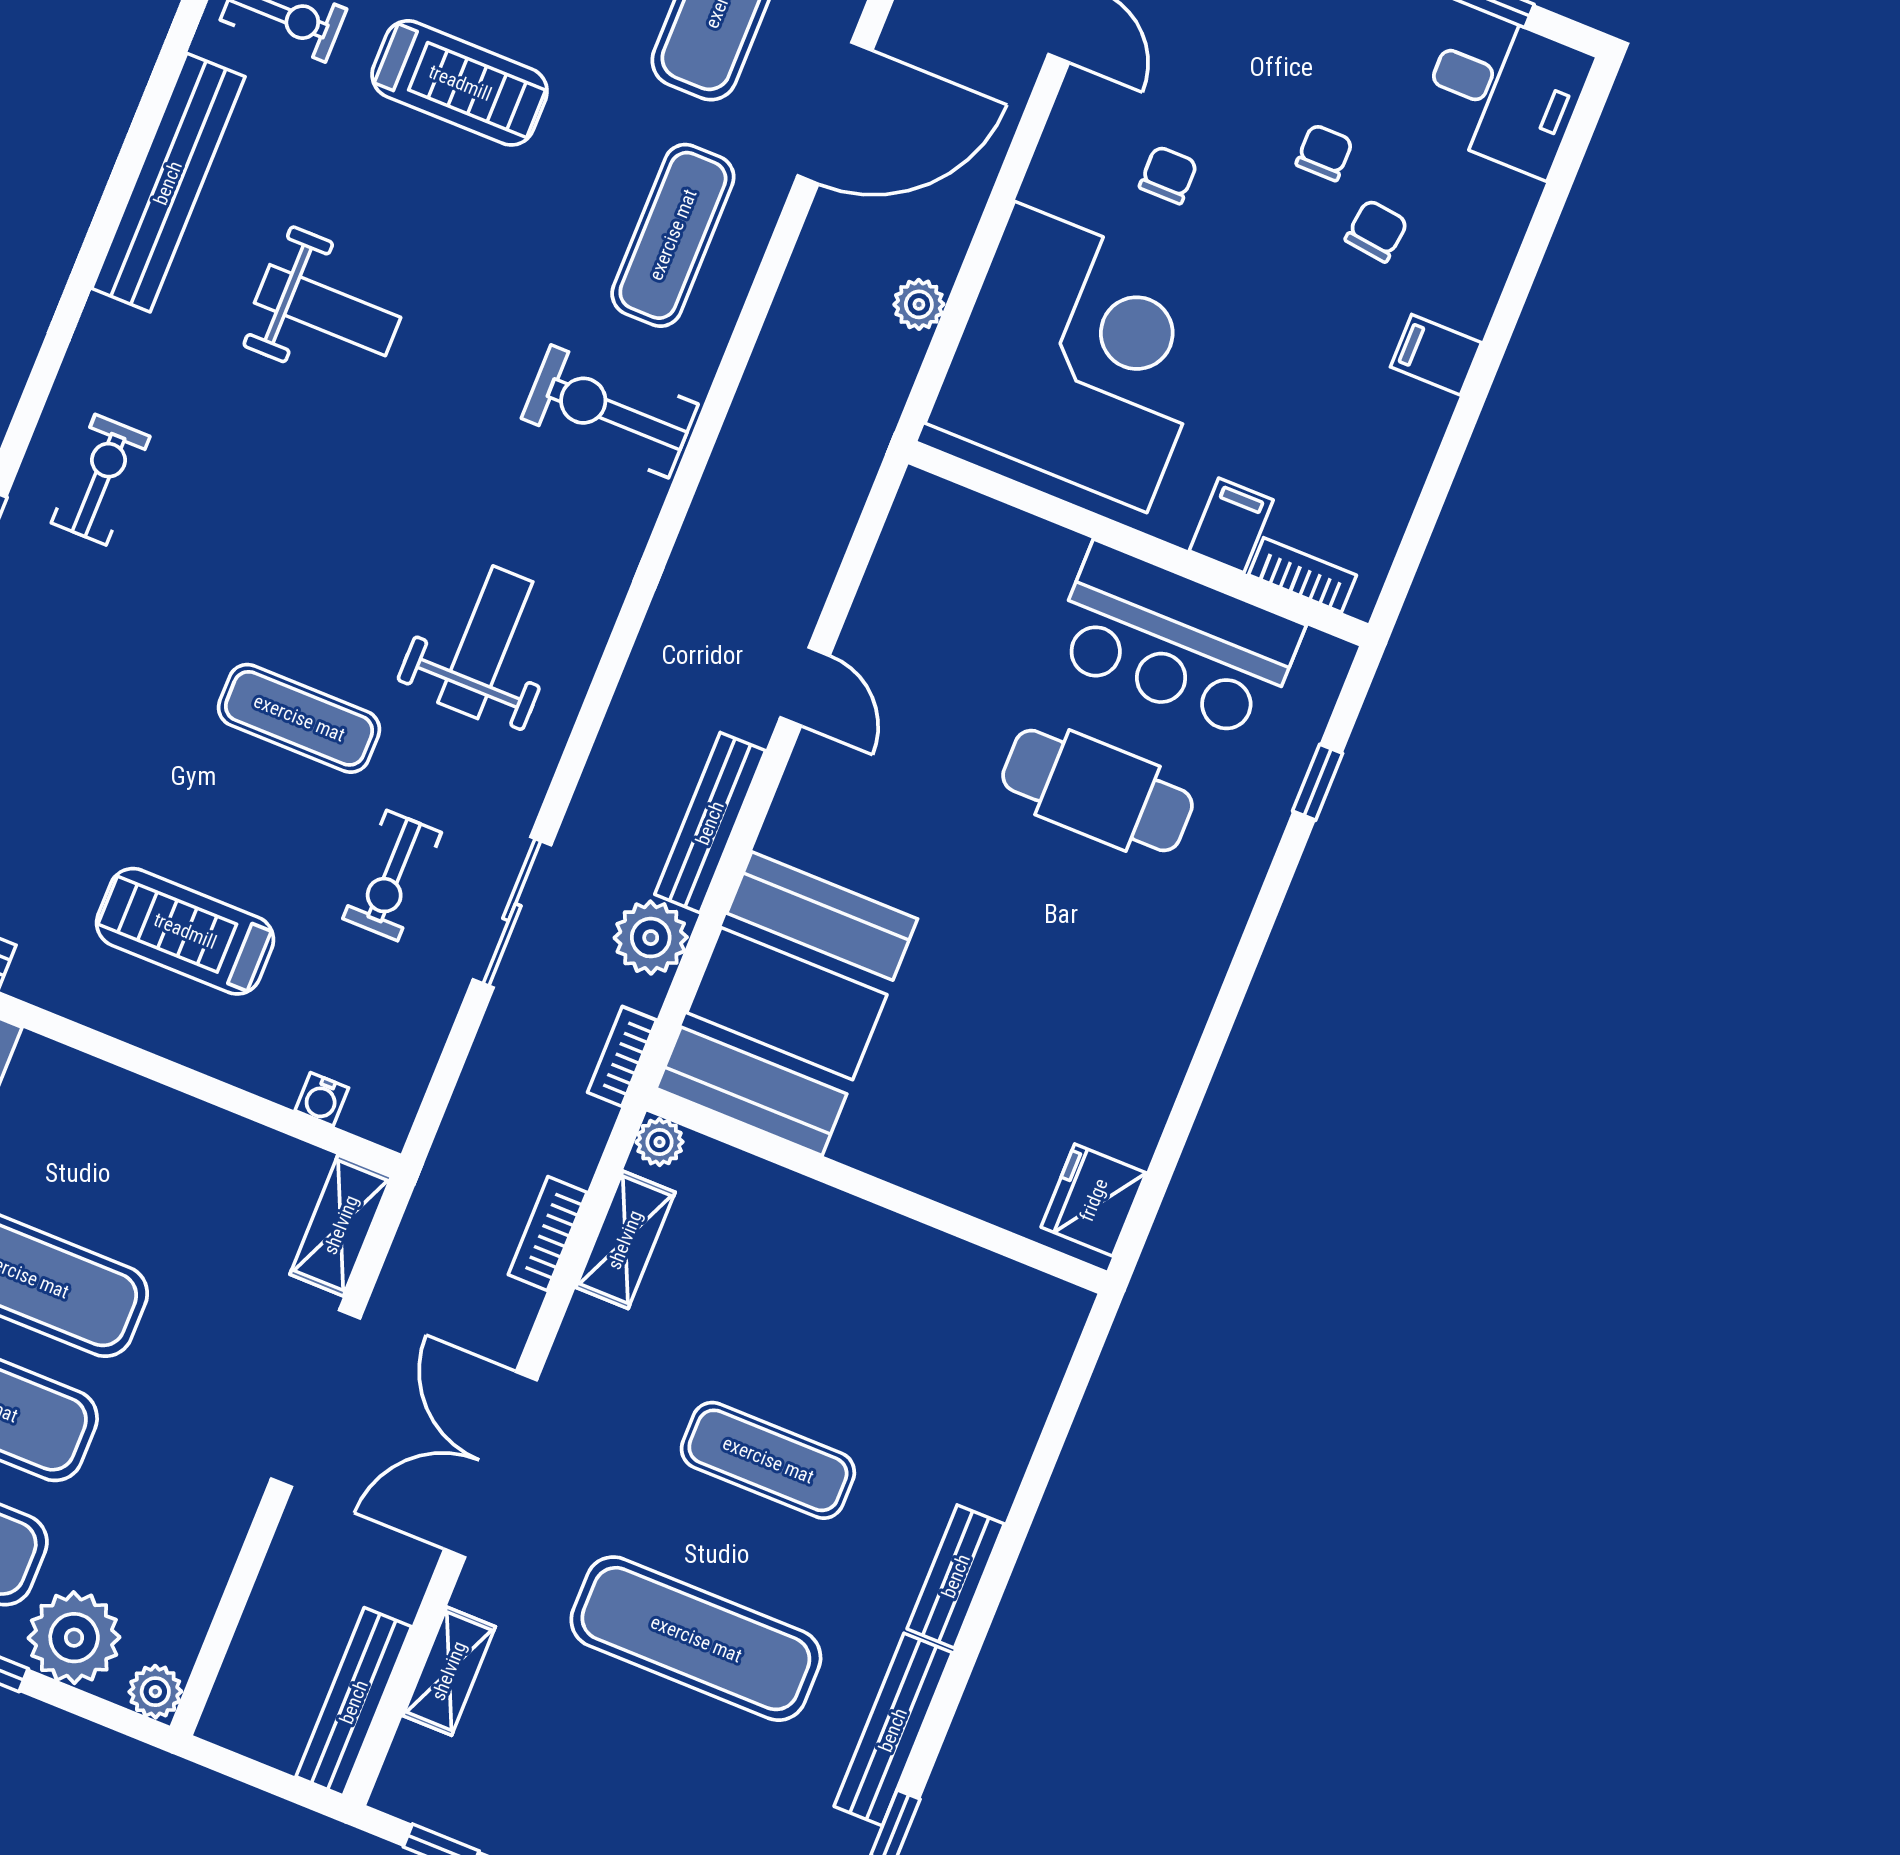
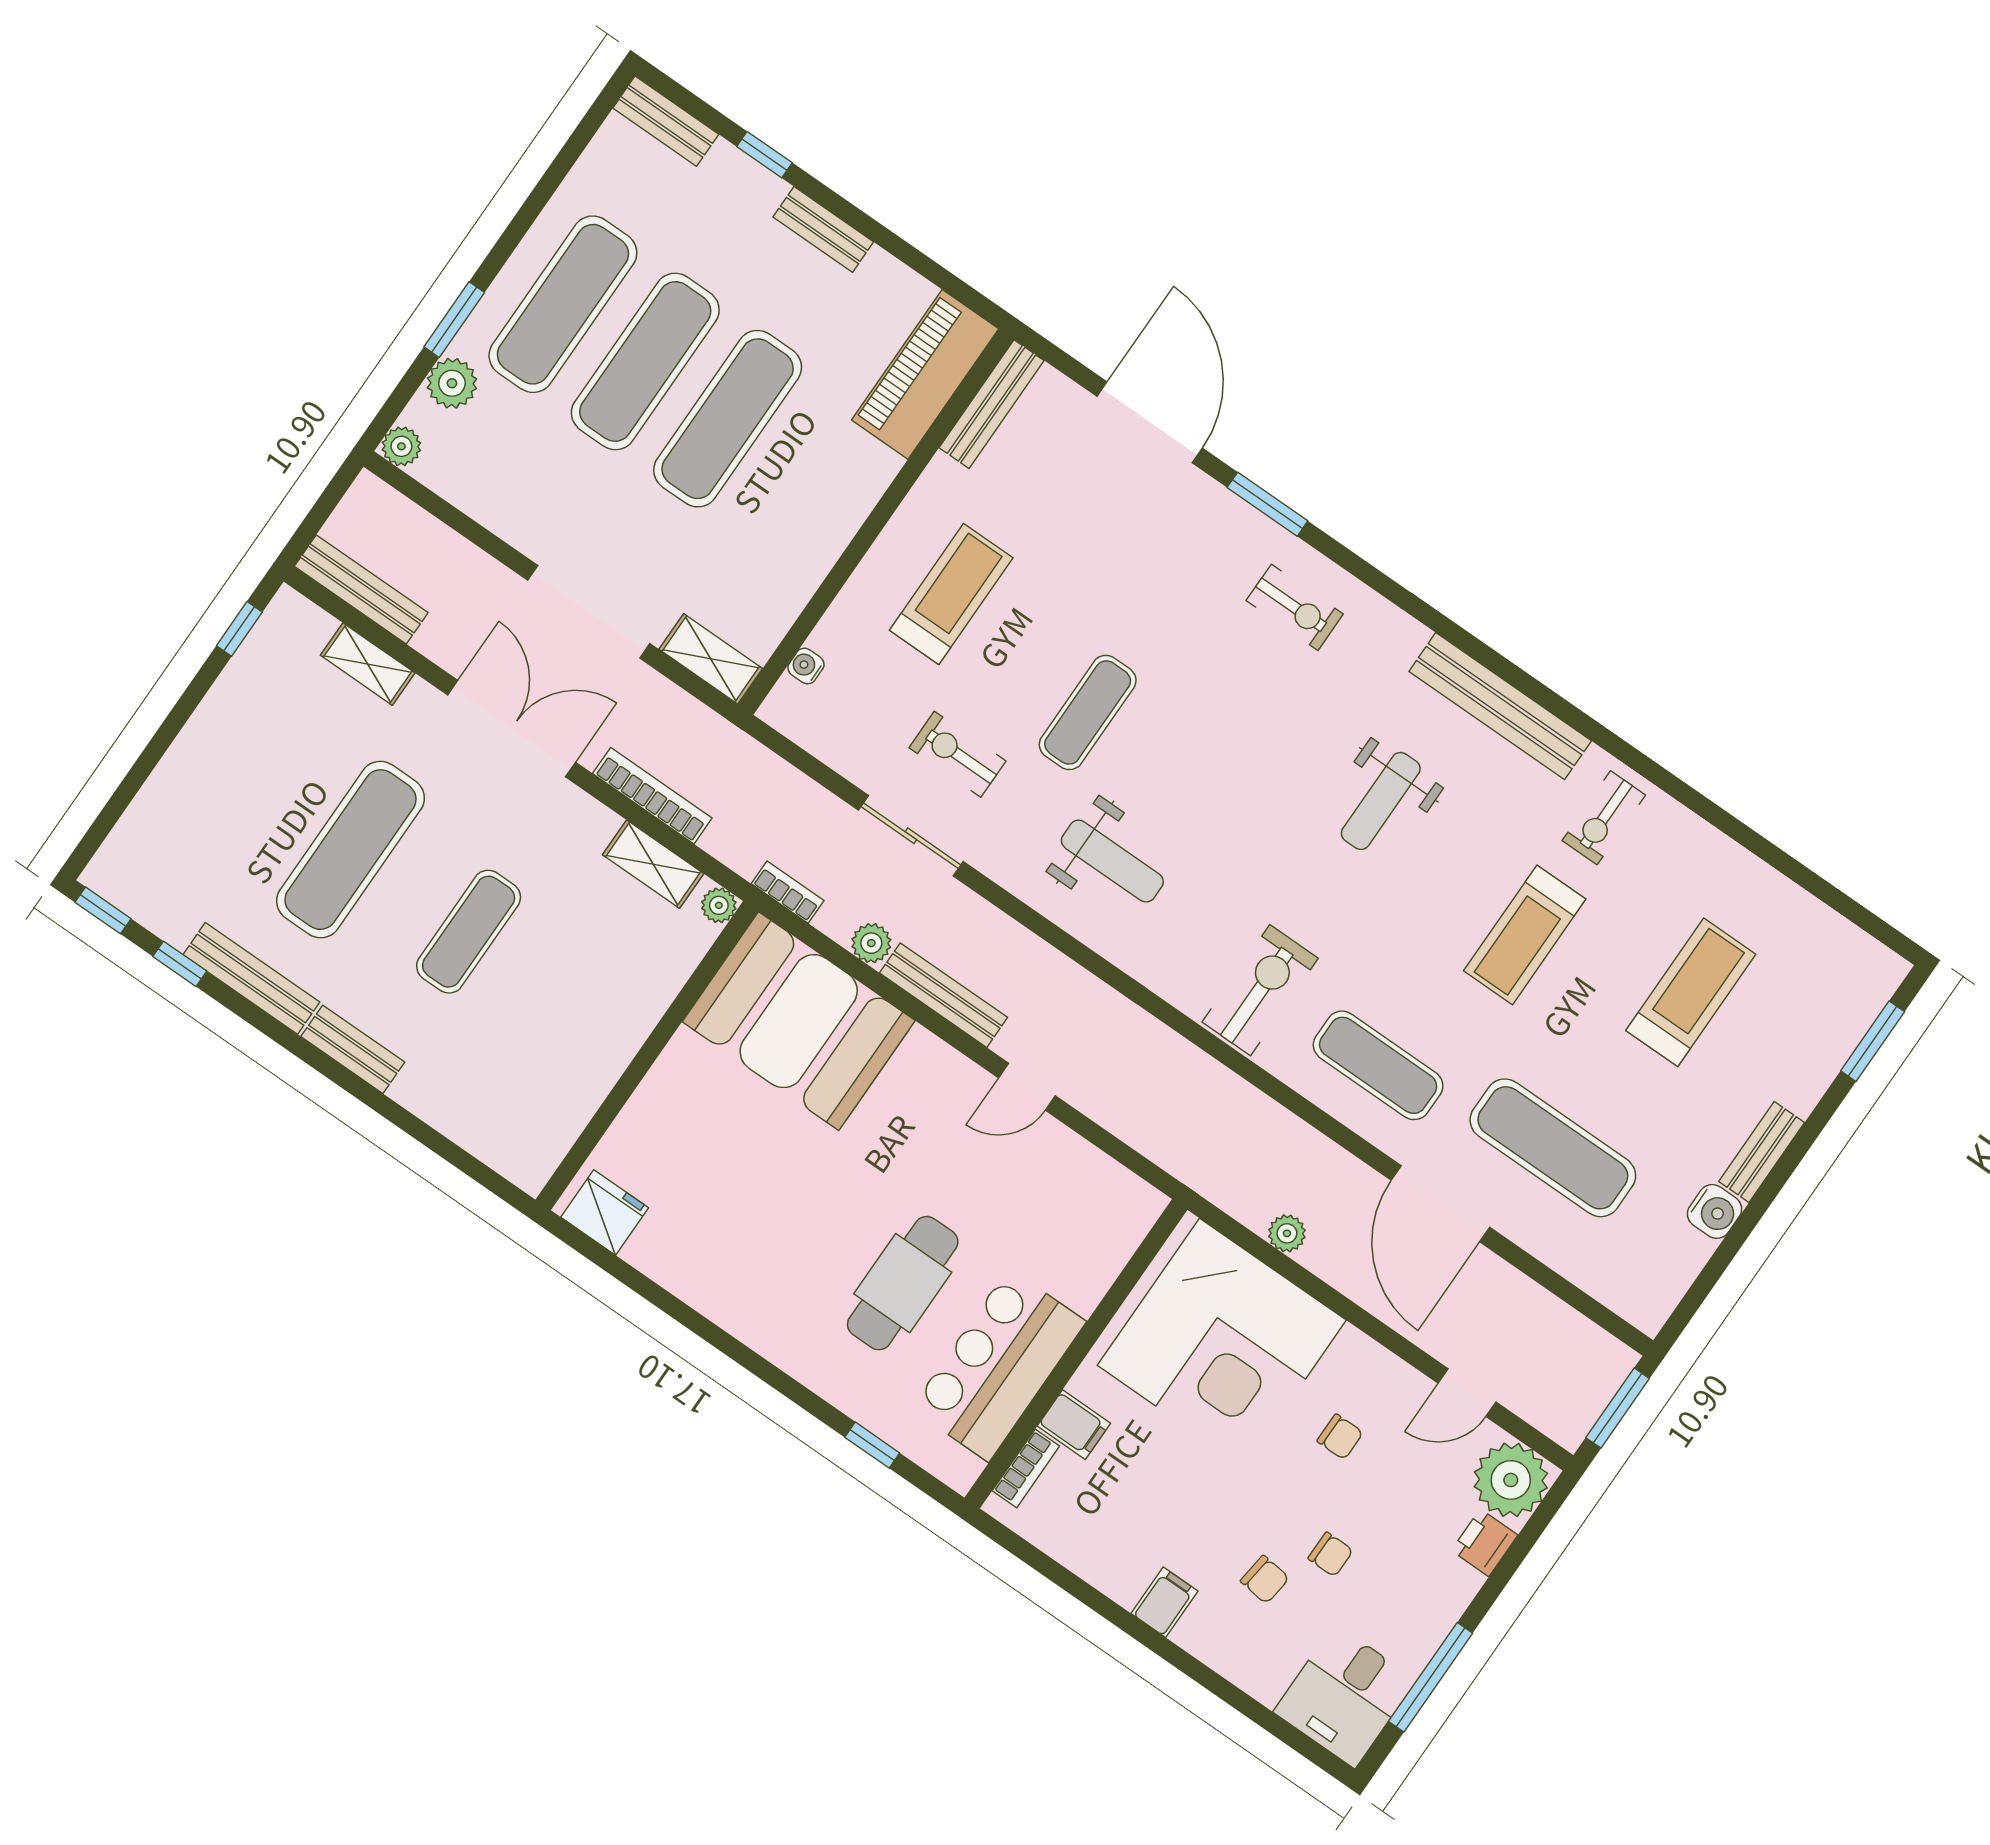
plant: (651, 938) -> (871, 943), width x0.73, depth x0.73
bookcase: (548, 1234) -> (652, 796), width x1.56
plant: (74, 1638) -> (452, 383), width x0.73, depth x0.73

